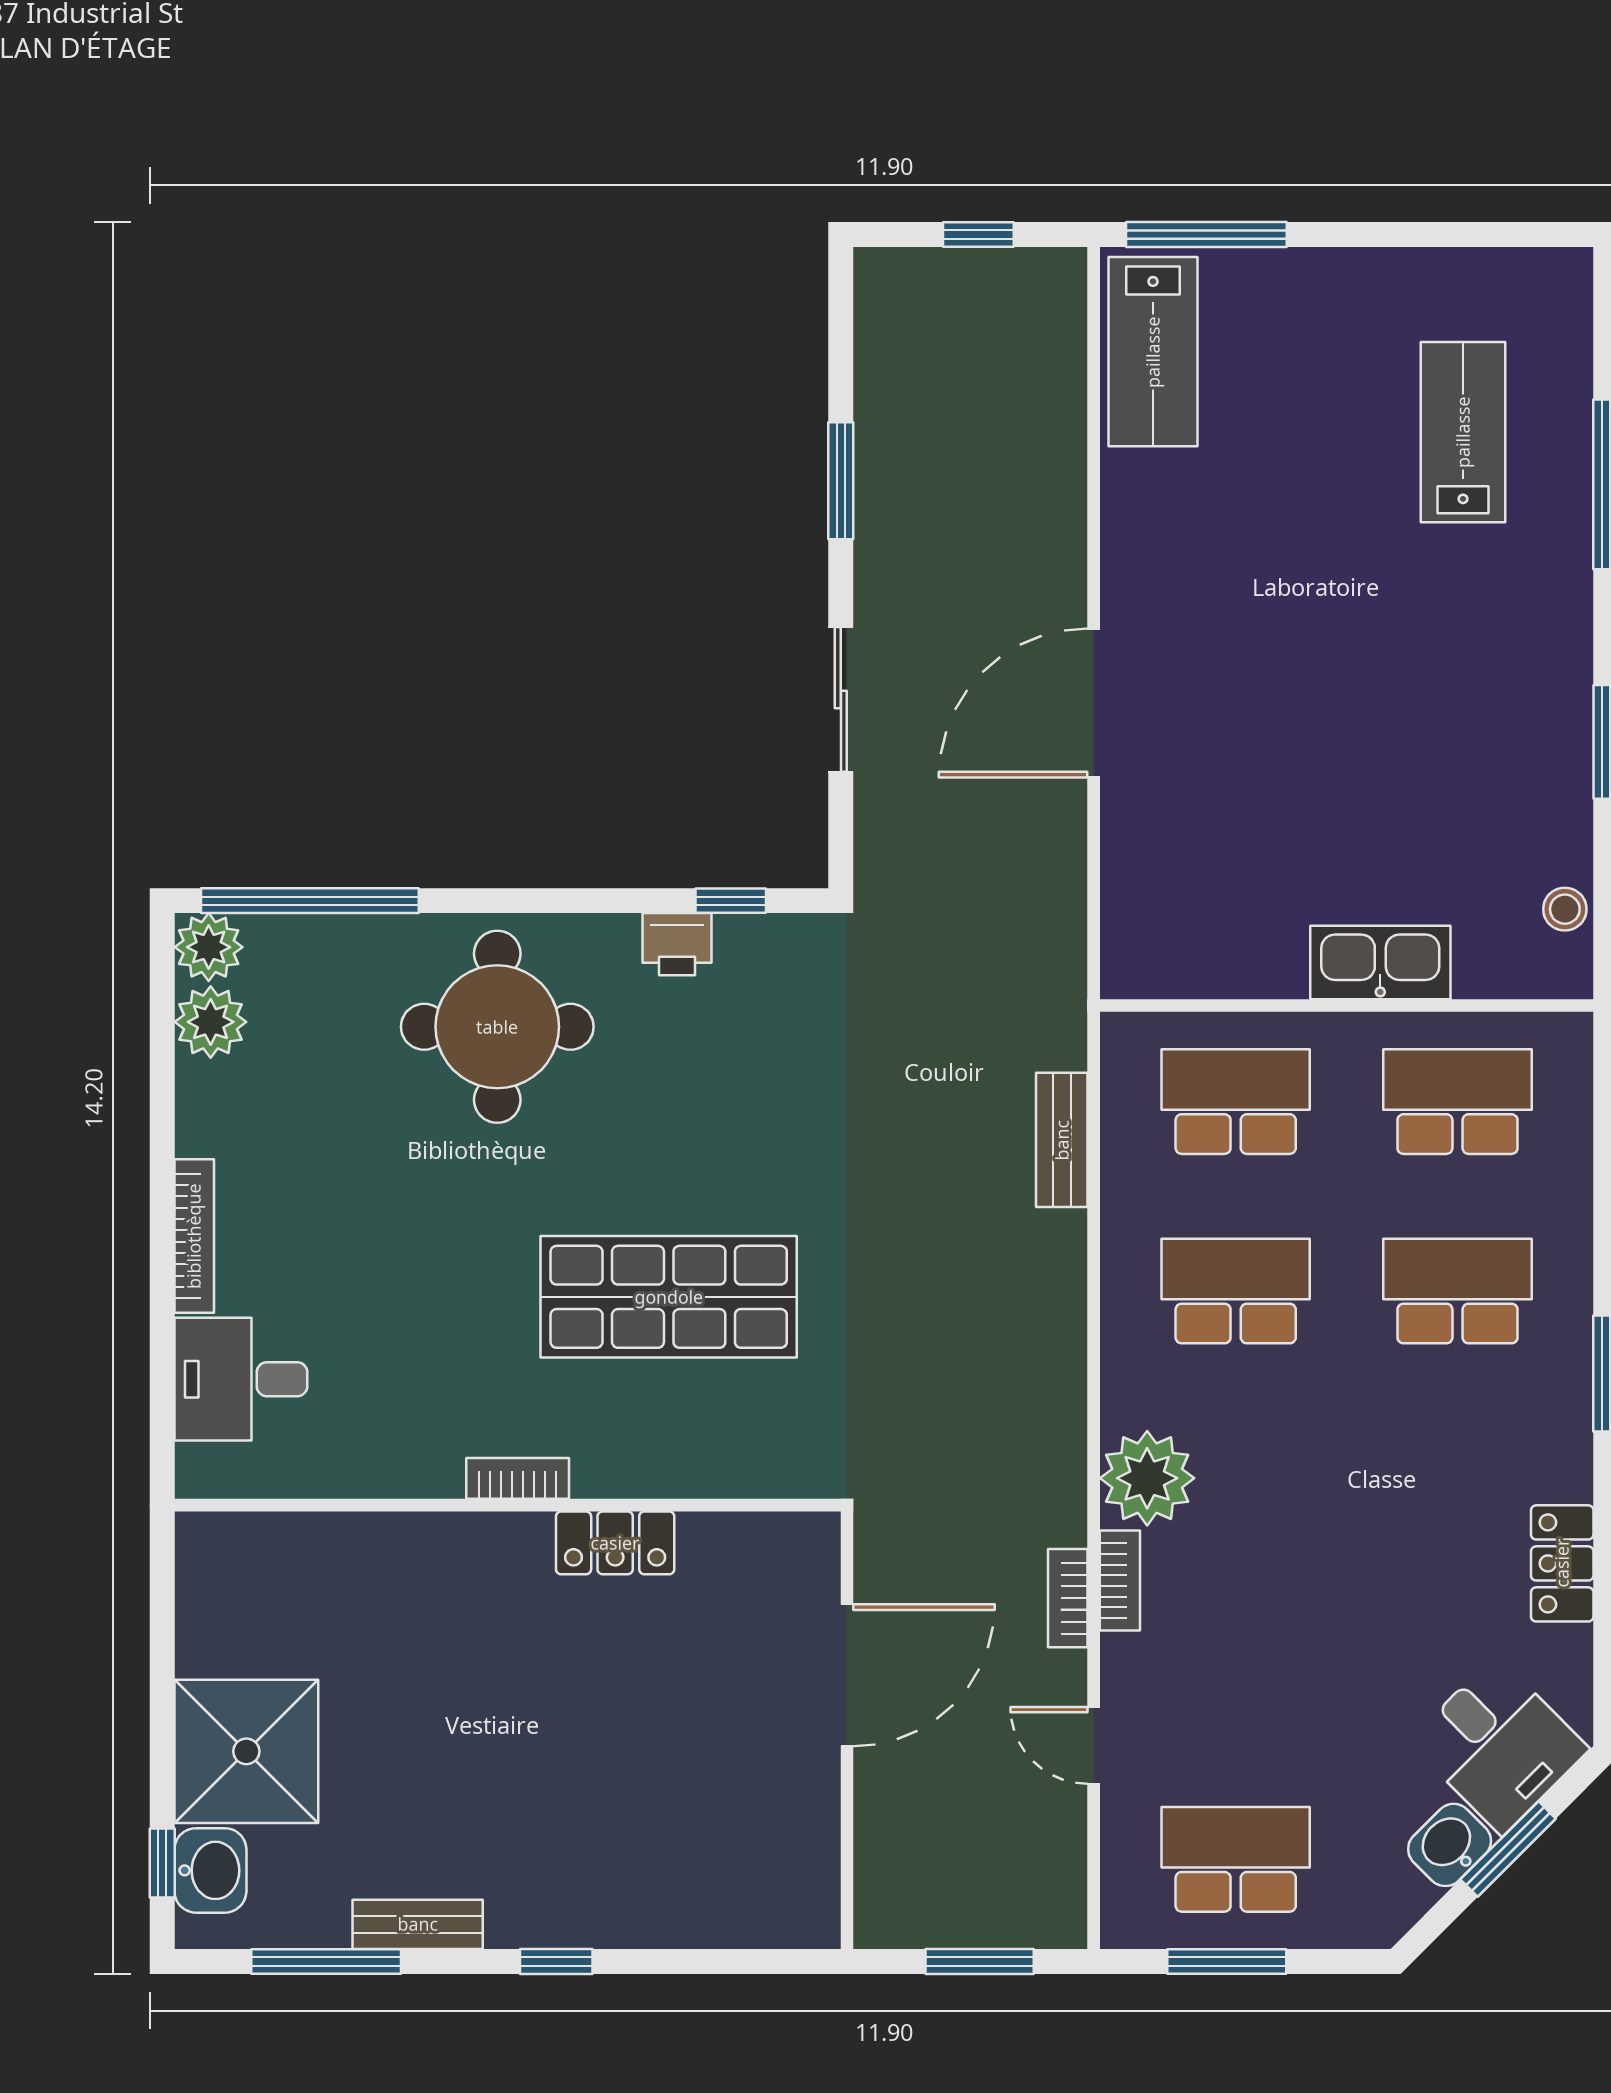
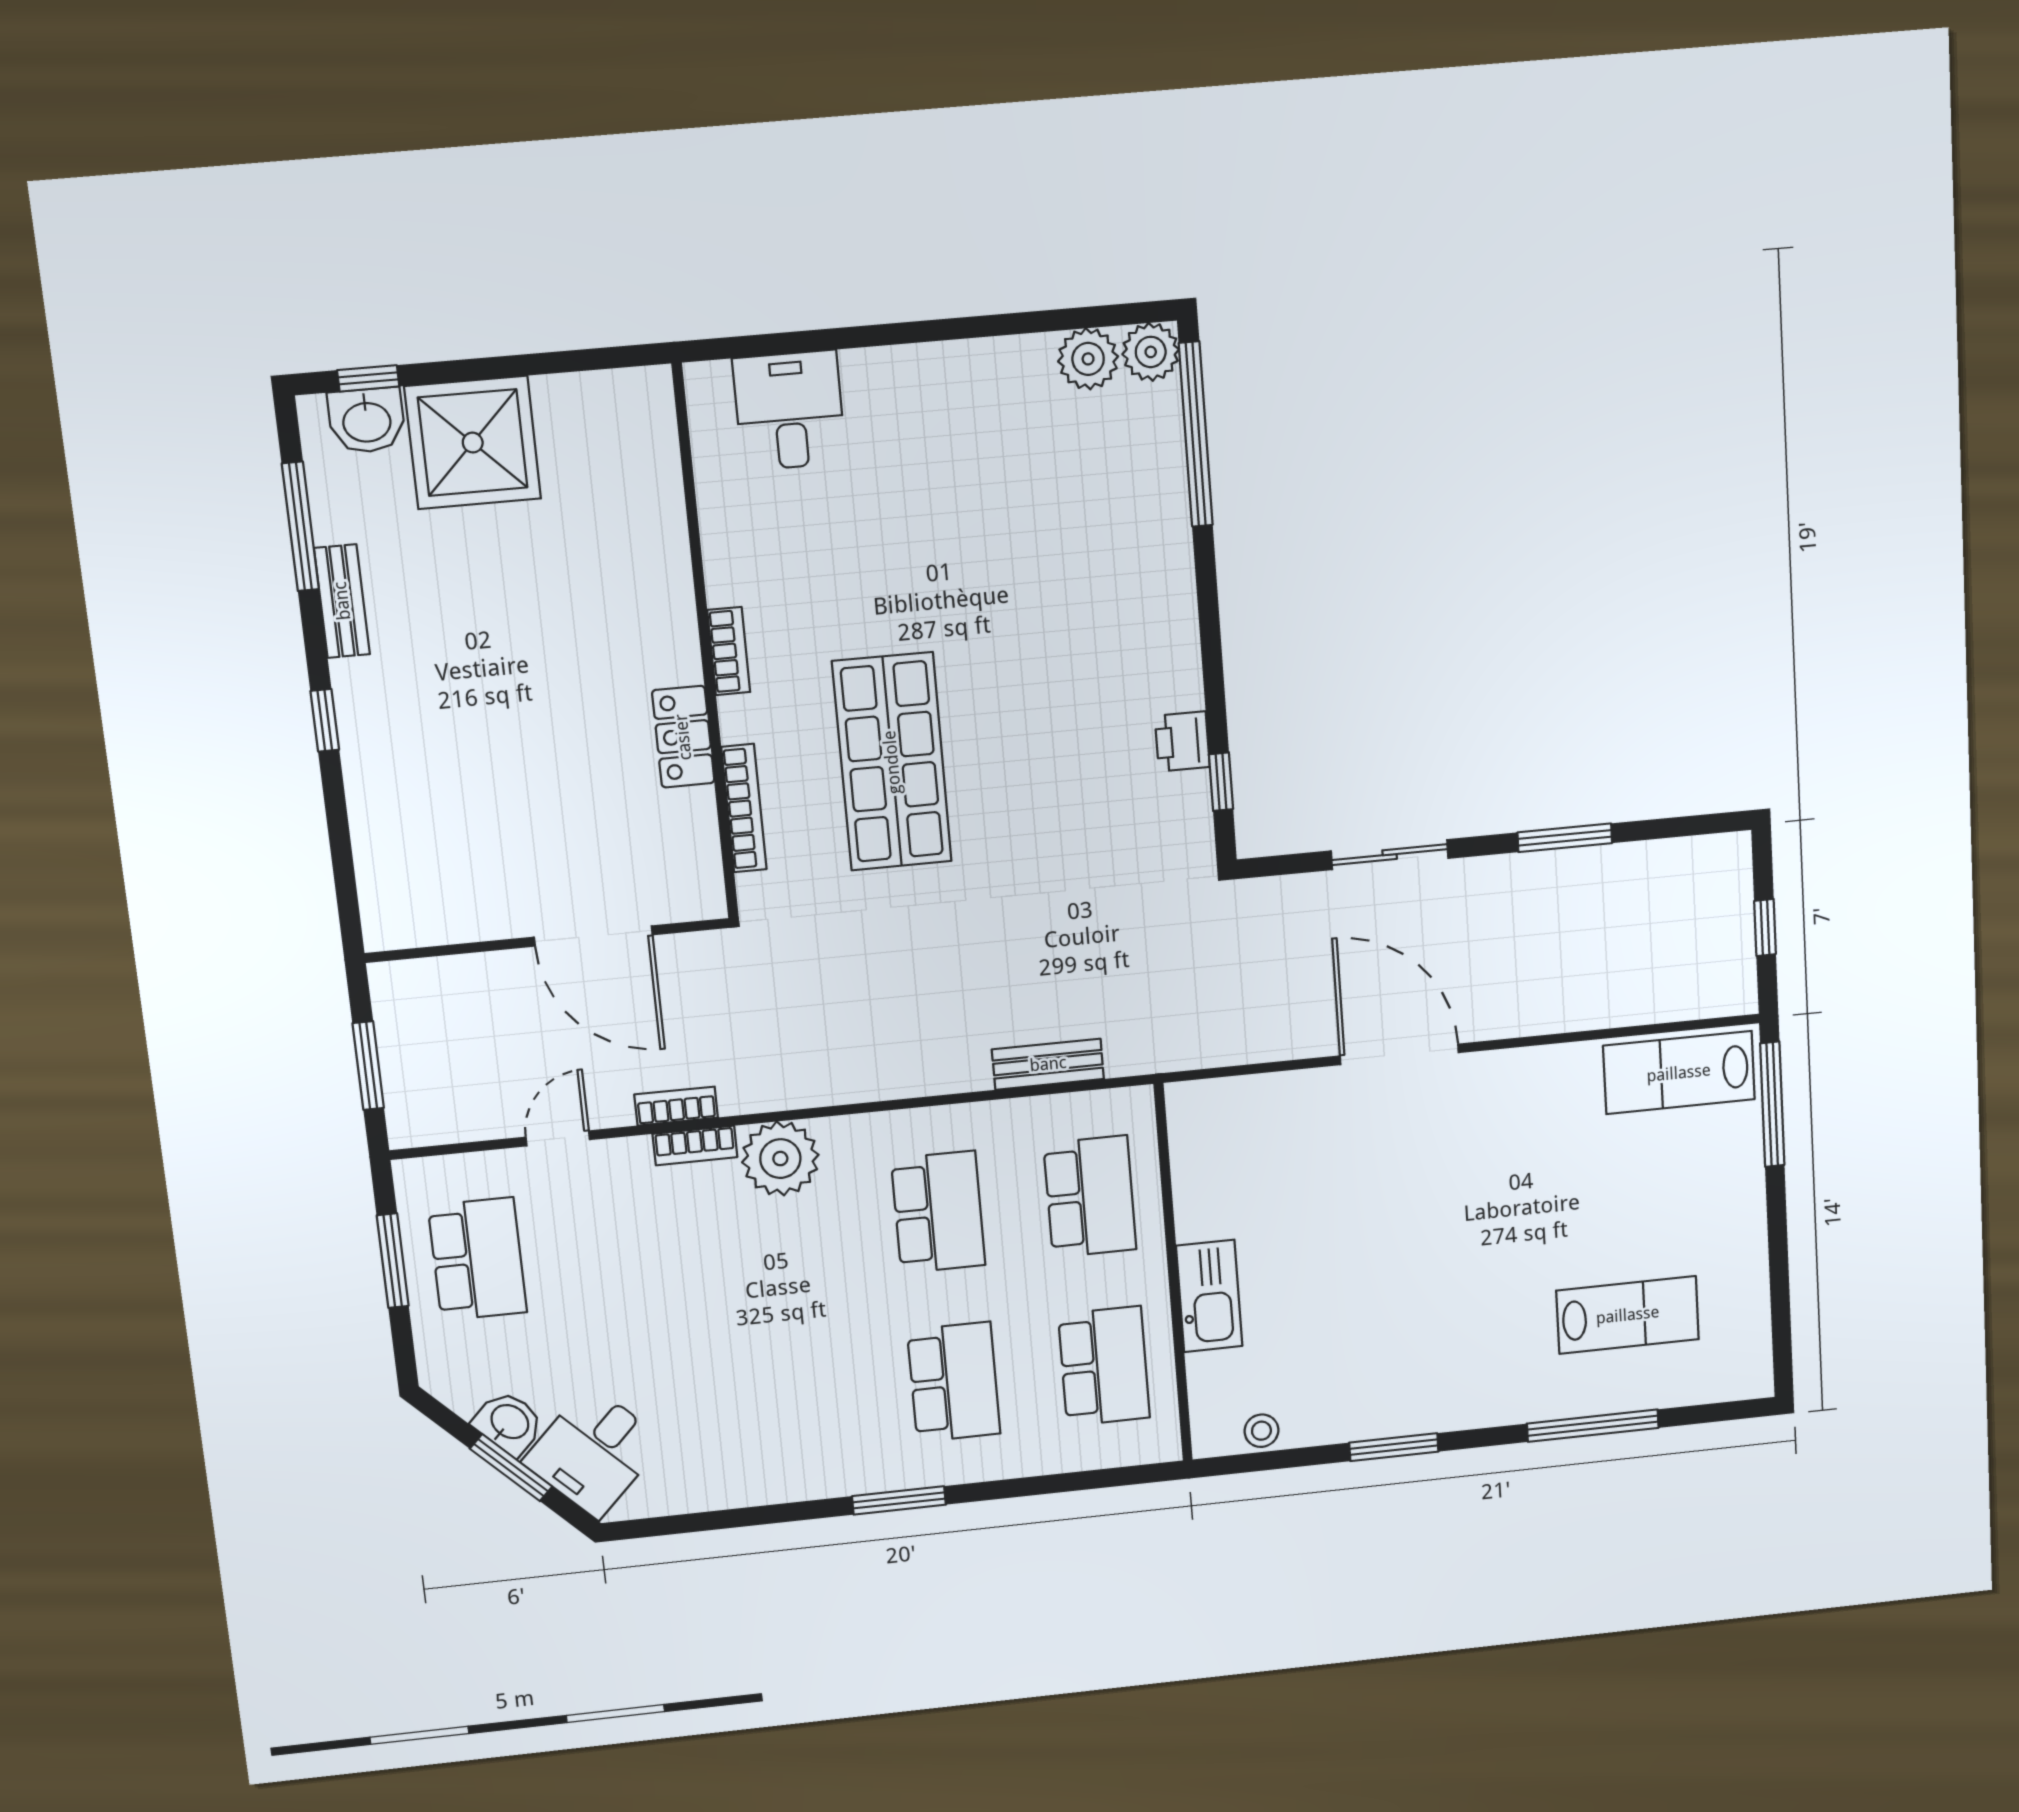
round table: (497, 1027) -> (1103, 600), removed
bookcase: (194, 1236) -> (744, 808), moved, turned -90
locker: (1562, 1563) -> (745, 1484), removed

